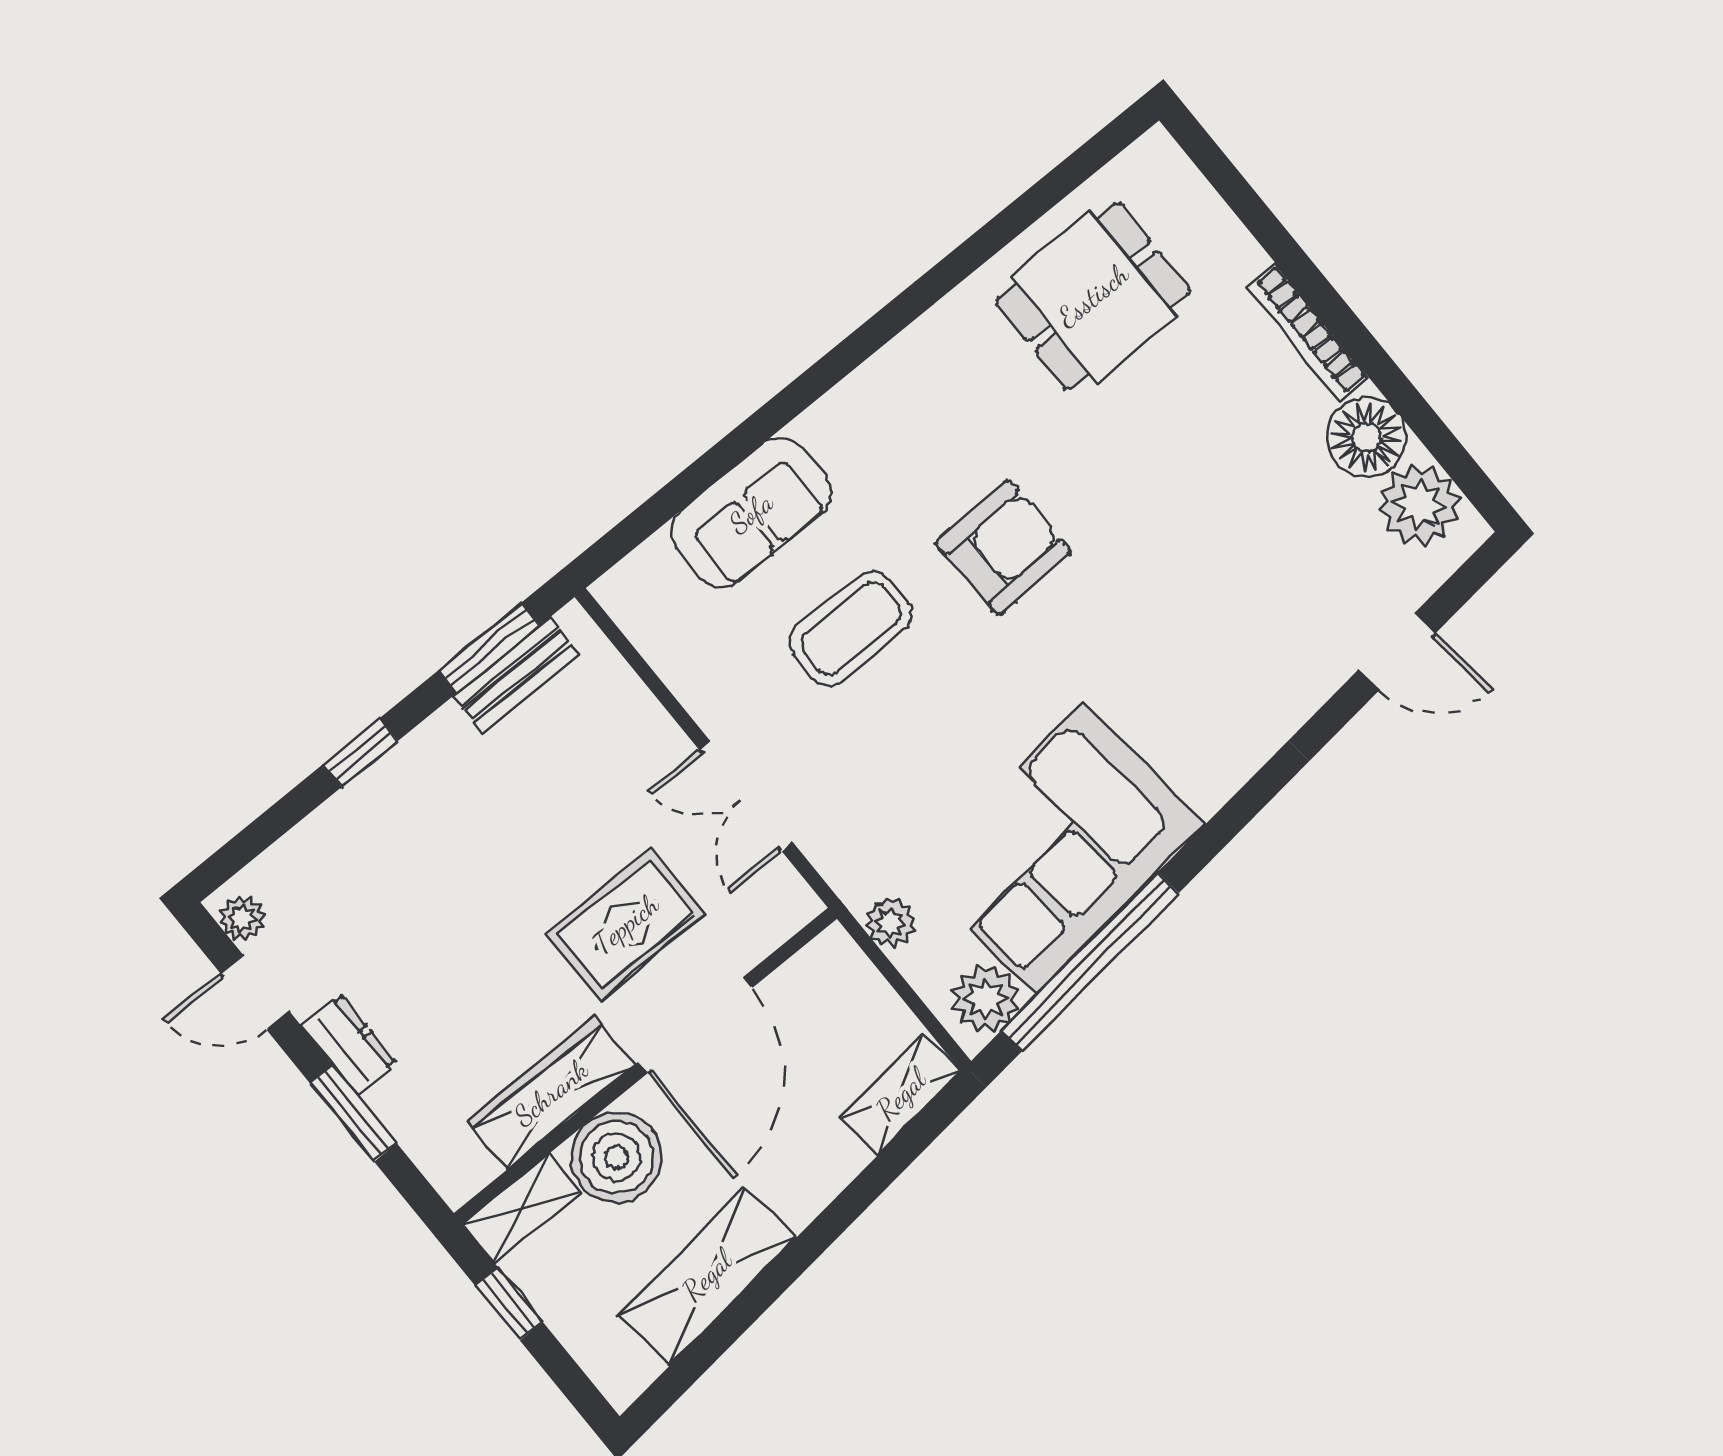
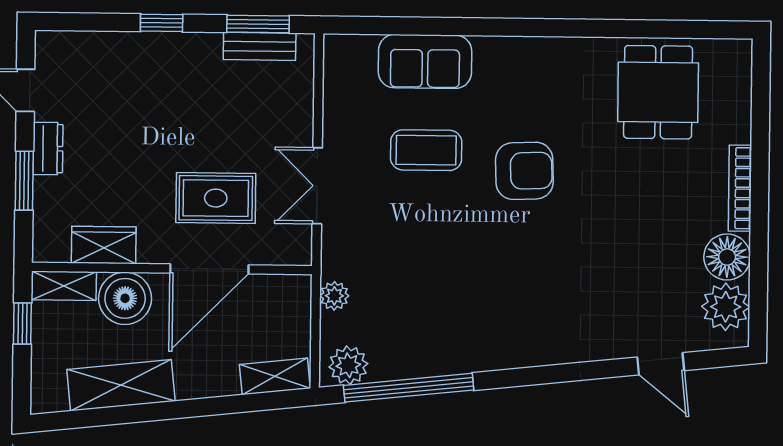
dining table: (1093, 296) -> (658, 92), turned 90
corner sofa: (1060, 849) -> (437, 326), removed
plant: (242, 918) -> (47, 53), removed
wardrobe: (551, 1093) -> (104, 245), width x0.67

